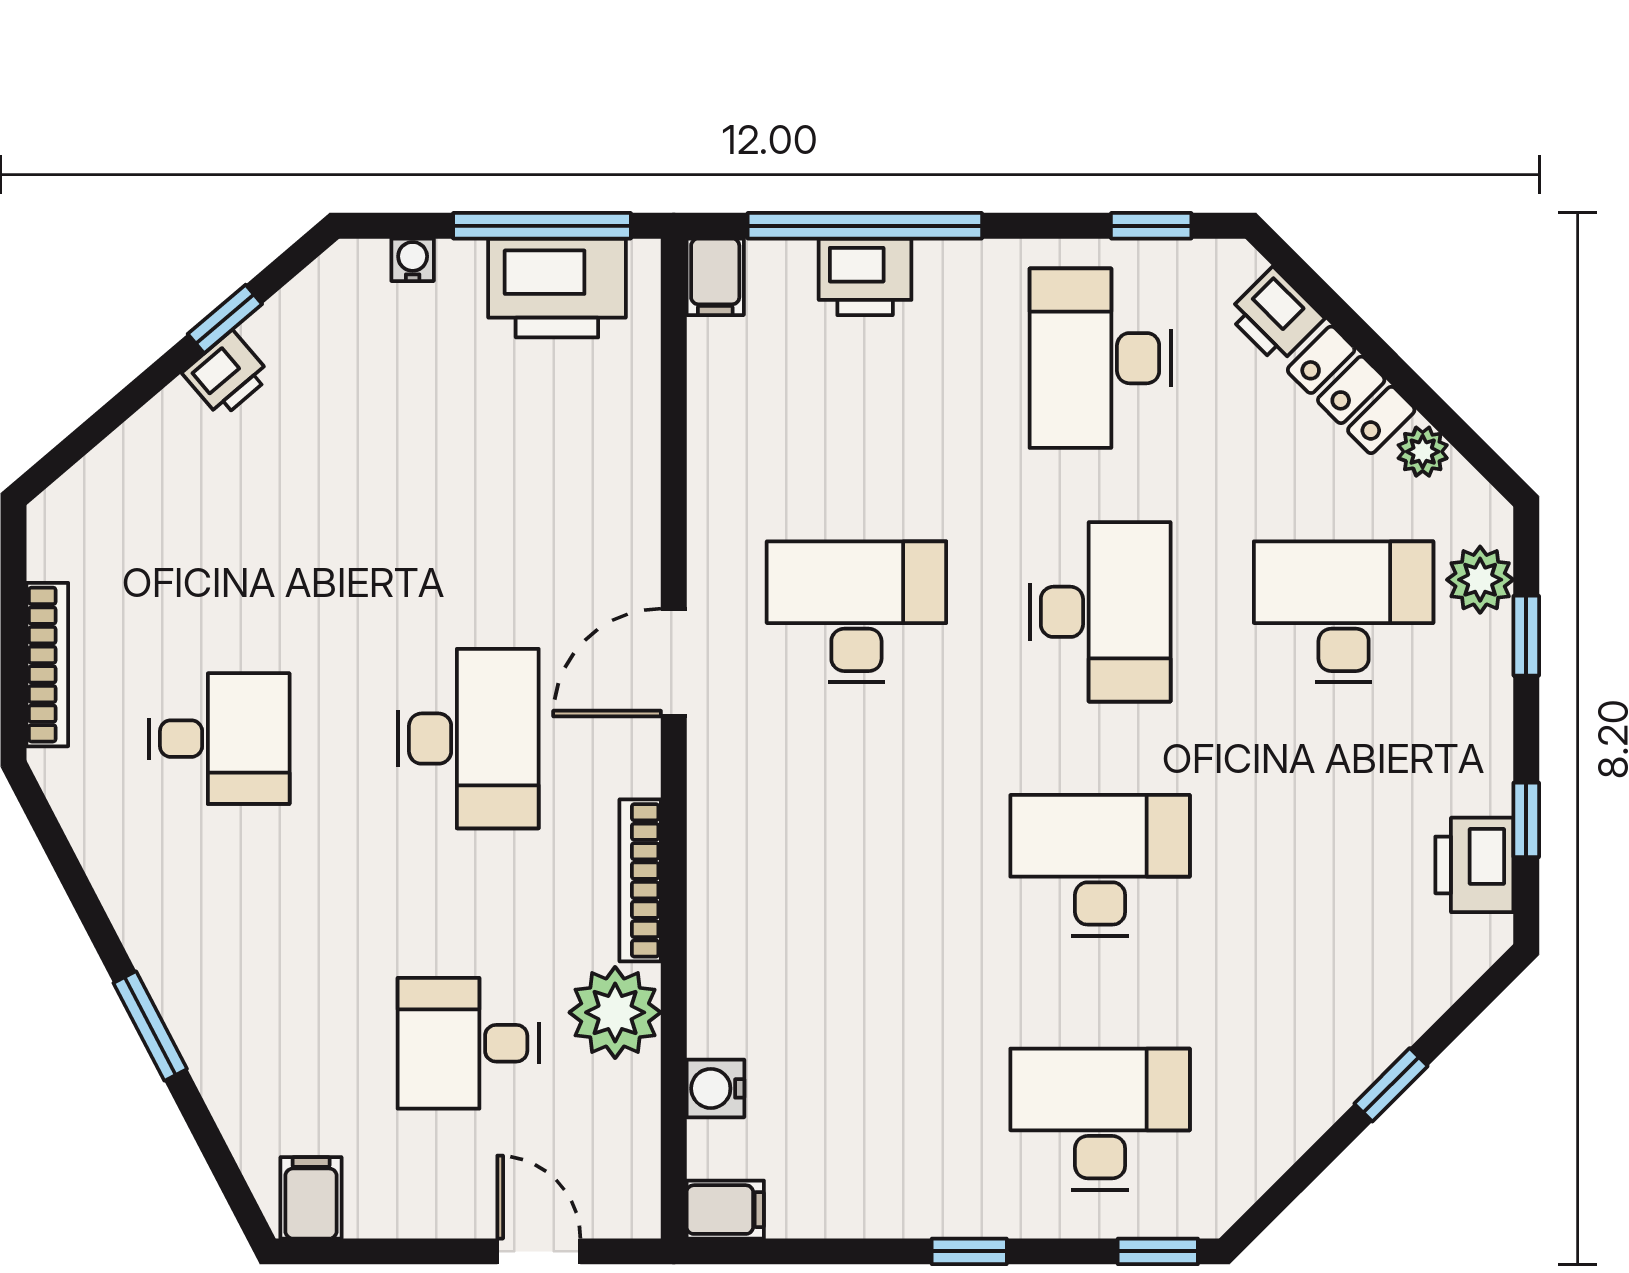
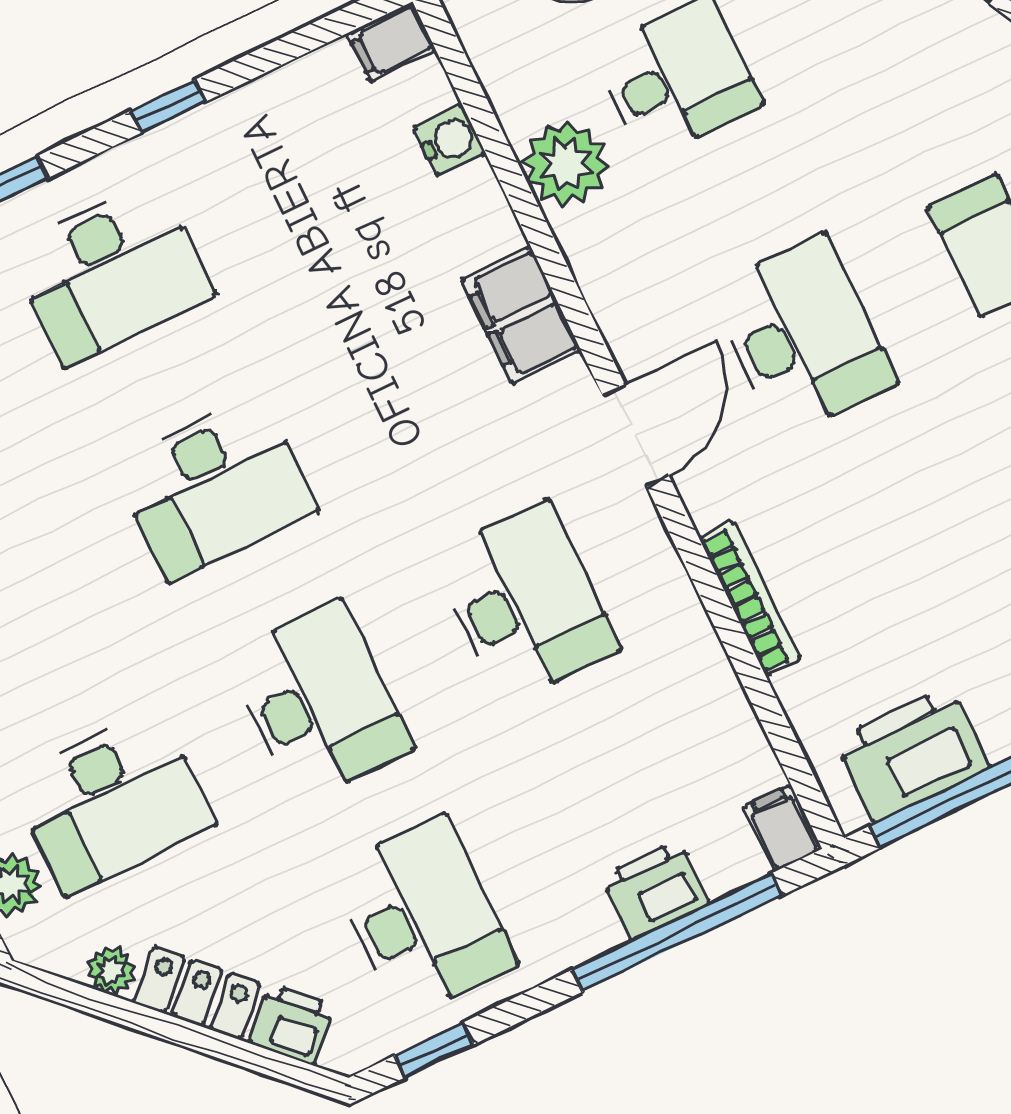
desk: (856, 612) -> (525, 602), turned -90
desk: (1100, 612) -> (319, 702), turned 180
door: (674, 663) -> (636, 436), moved
desk: (468, 739) -> (803, 336), turned 180
bookcase: (640, 880) -> (750, 599), moved
filing cabinet: (728, 889) -> (521, 315), added

